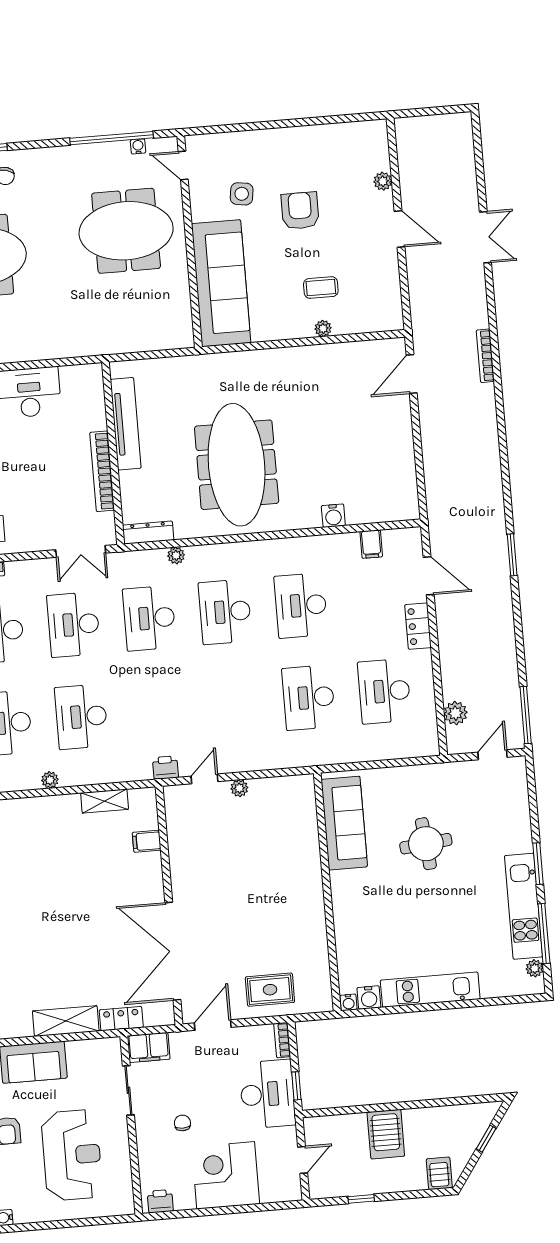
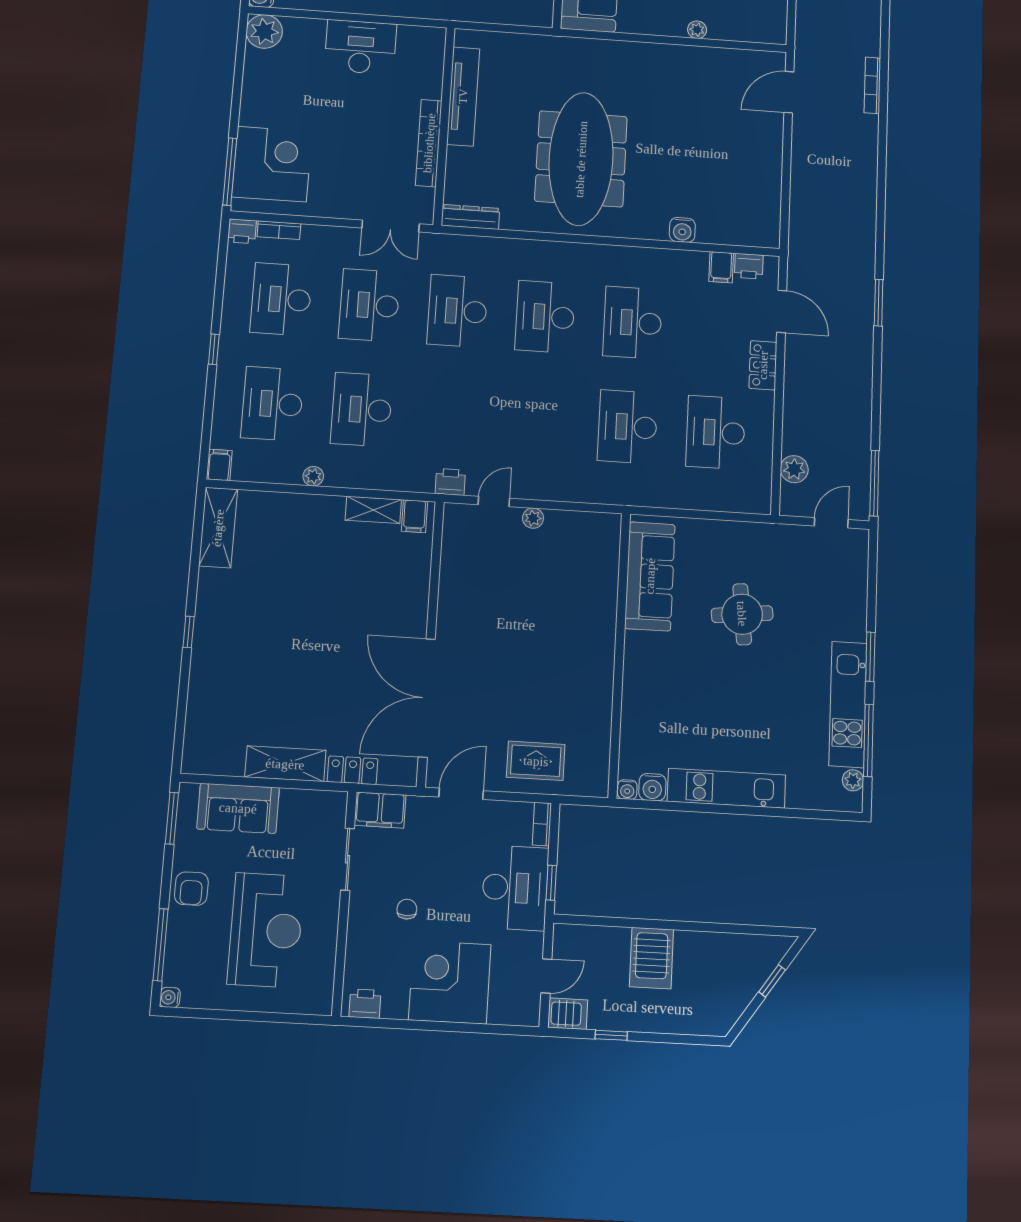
printer: (395, 540) -> (749, 266), added
plant: (176, 555) -> (498, 247), removed
filing cabinet: (147, 841) -> (414, 516), moved, turned -90
server rack: (439, 1173) -> (568, 1014), moved, turned 90

